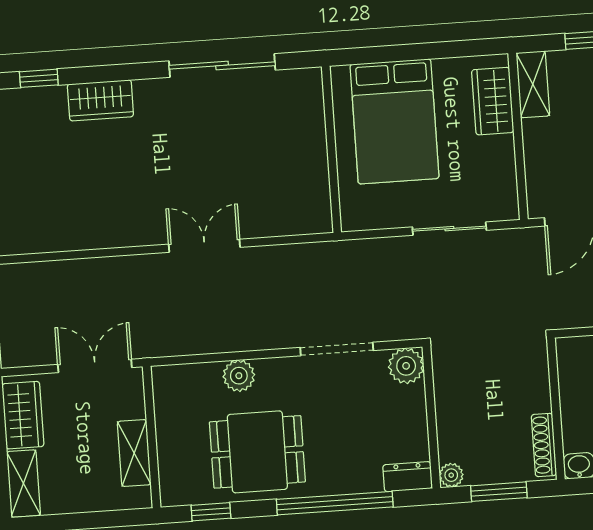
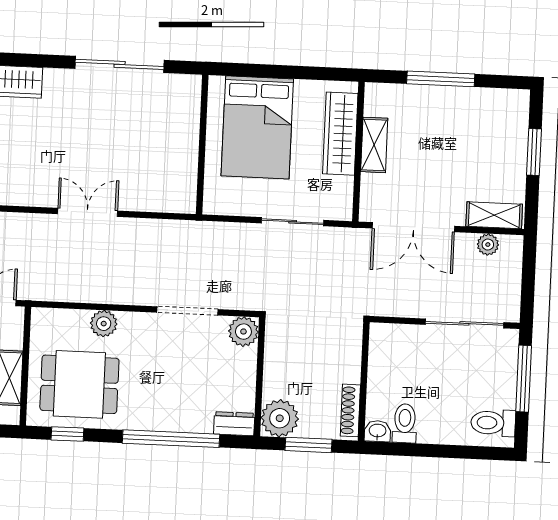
shelving: (533, 84) -> (374, 145), moved
wardrobe: (493, 101) -> (340, 134), width x1.50
dining table: (257, 452) -> (79, 384), moved
plant: (451, 475) -> (280, 418), width x1.88, depth x1.88

